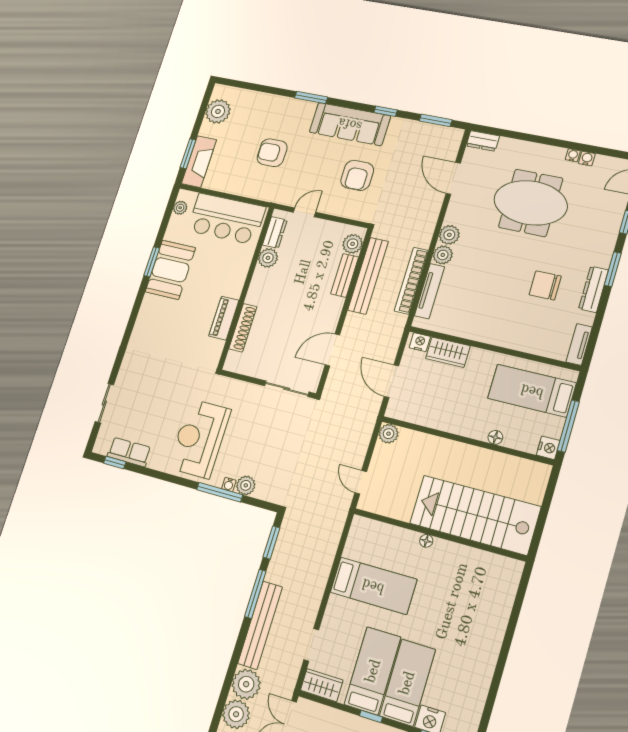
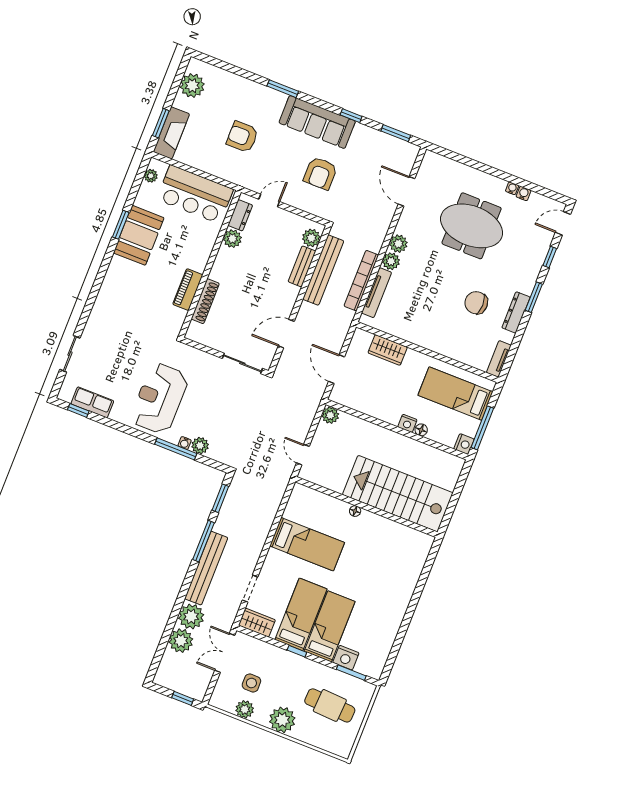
dresser: (483, 141) -> (436, 161), removed
nightstand: (420, 342) -> (407, 423), moved, turned 180

